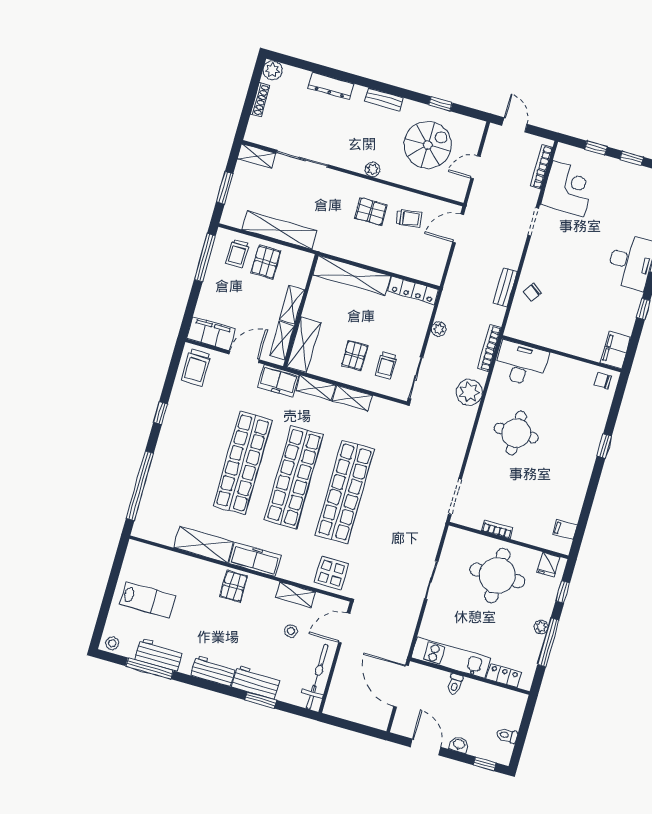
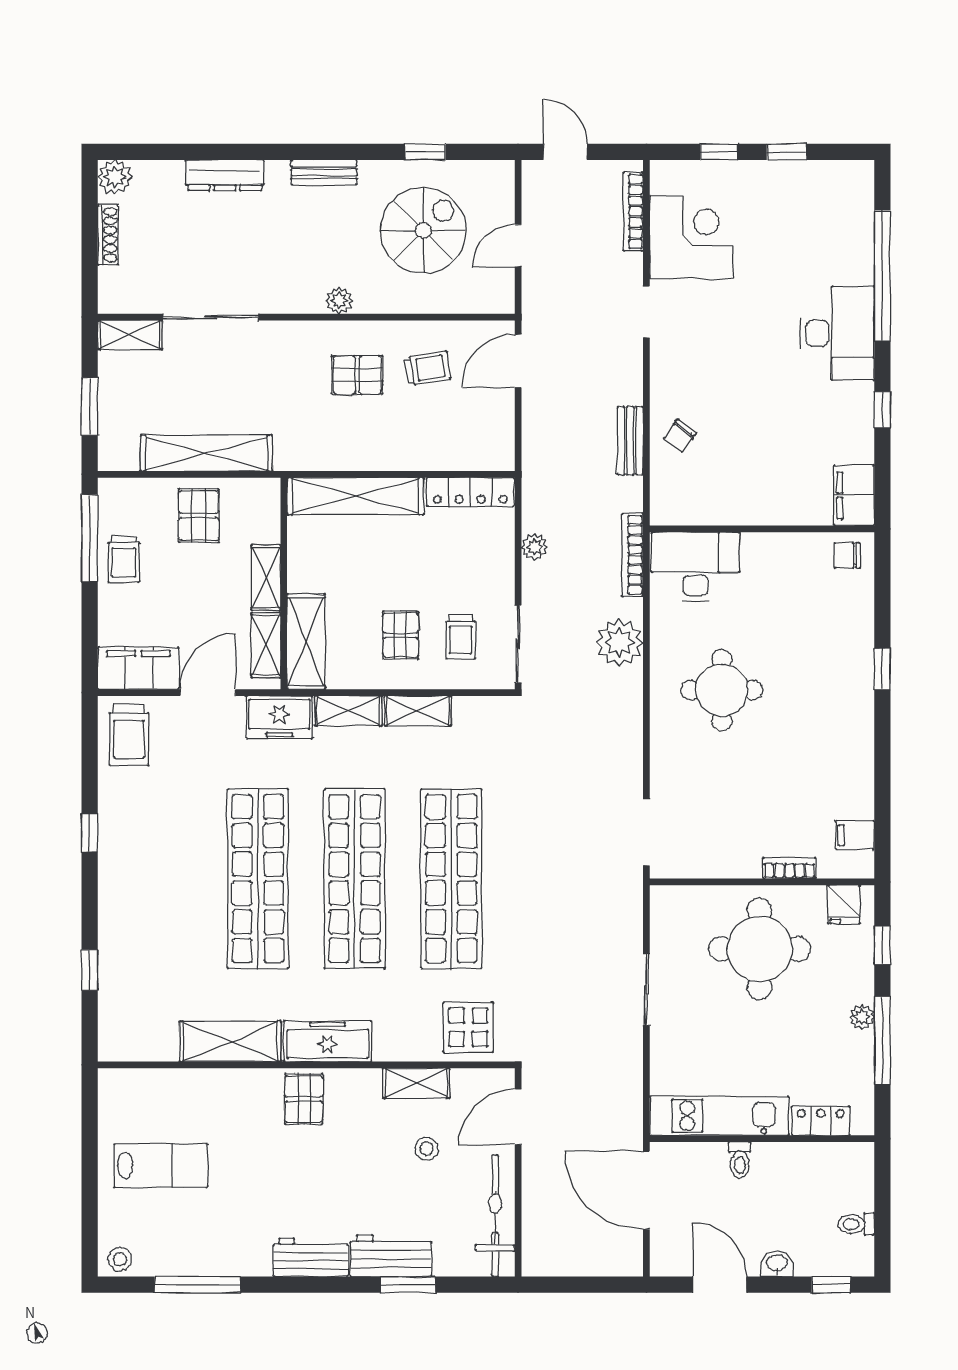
trolley: (238, 253) -> (124, 559), moved
window: (140, 486) -> (90, 970), width x0.32
bookcase: (497, 529) -> (789, 868), moved
workbench: (159, 655) -> (207, 1256), removed

